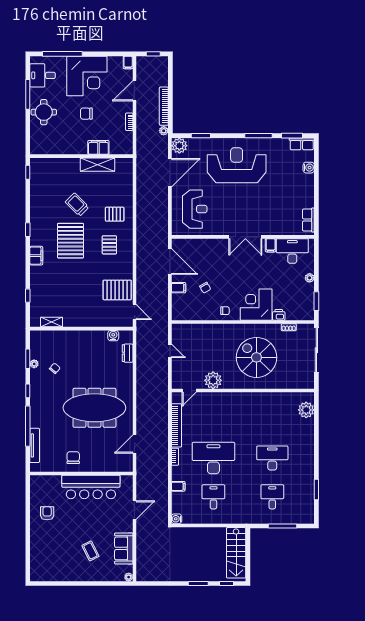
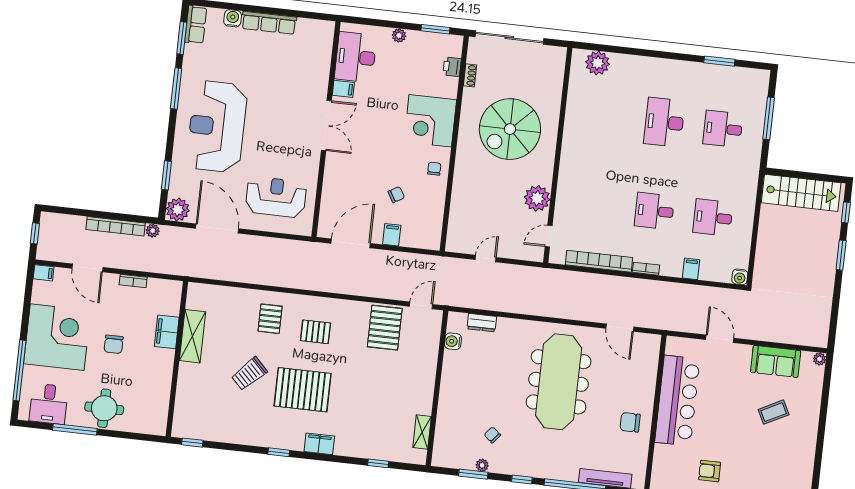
row of seats: (308, 220) -> (269, 23), moved, width x1.48
printer: (279, 315) -> (452, 67), moved
door: (189, 391) -> (549, 236), swing flipped
desk: (213, 458) -> (654, 211), width x0.53, depth x0.77

